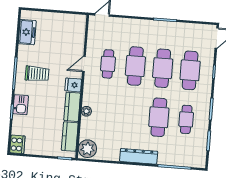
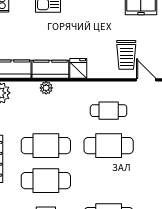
door: (84, 64) -> (146, 80), moved
cafe table: (163, 68) -> (46, 146), moved
trolley: (37, 74) -> (126, 55), moved

